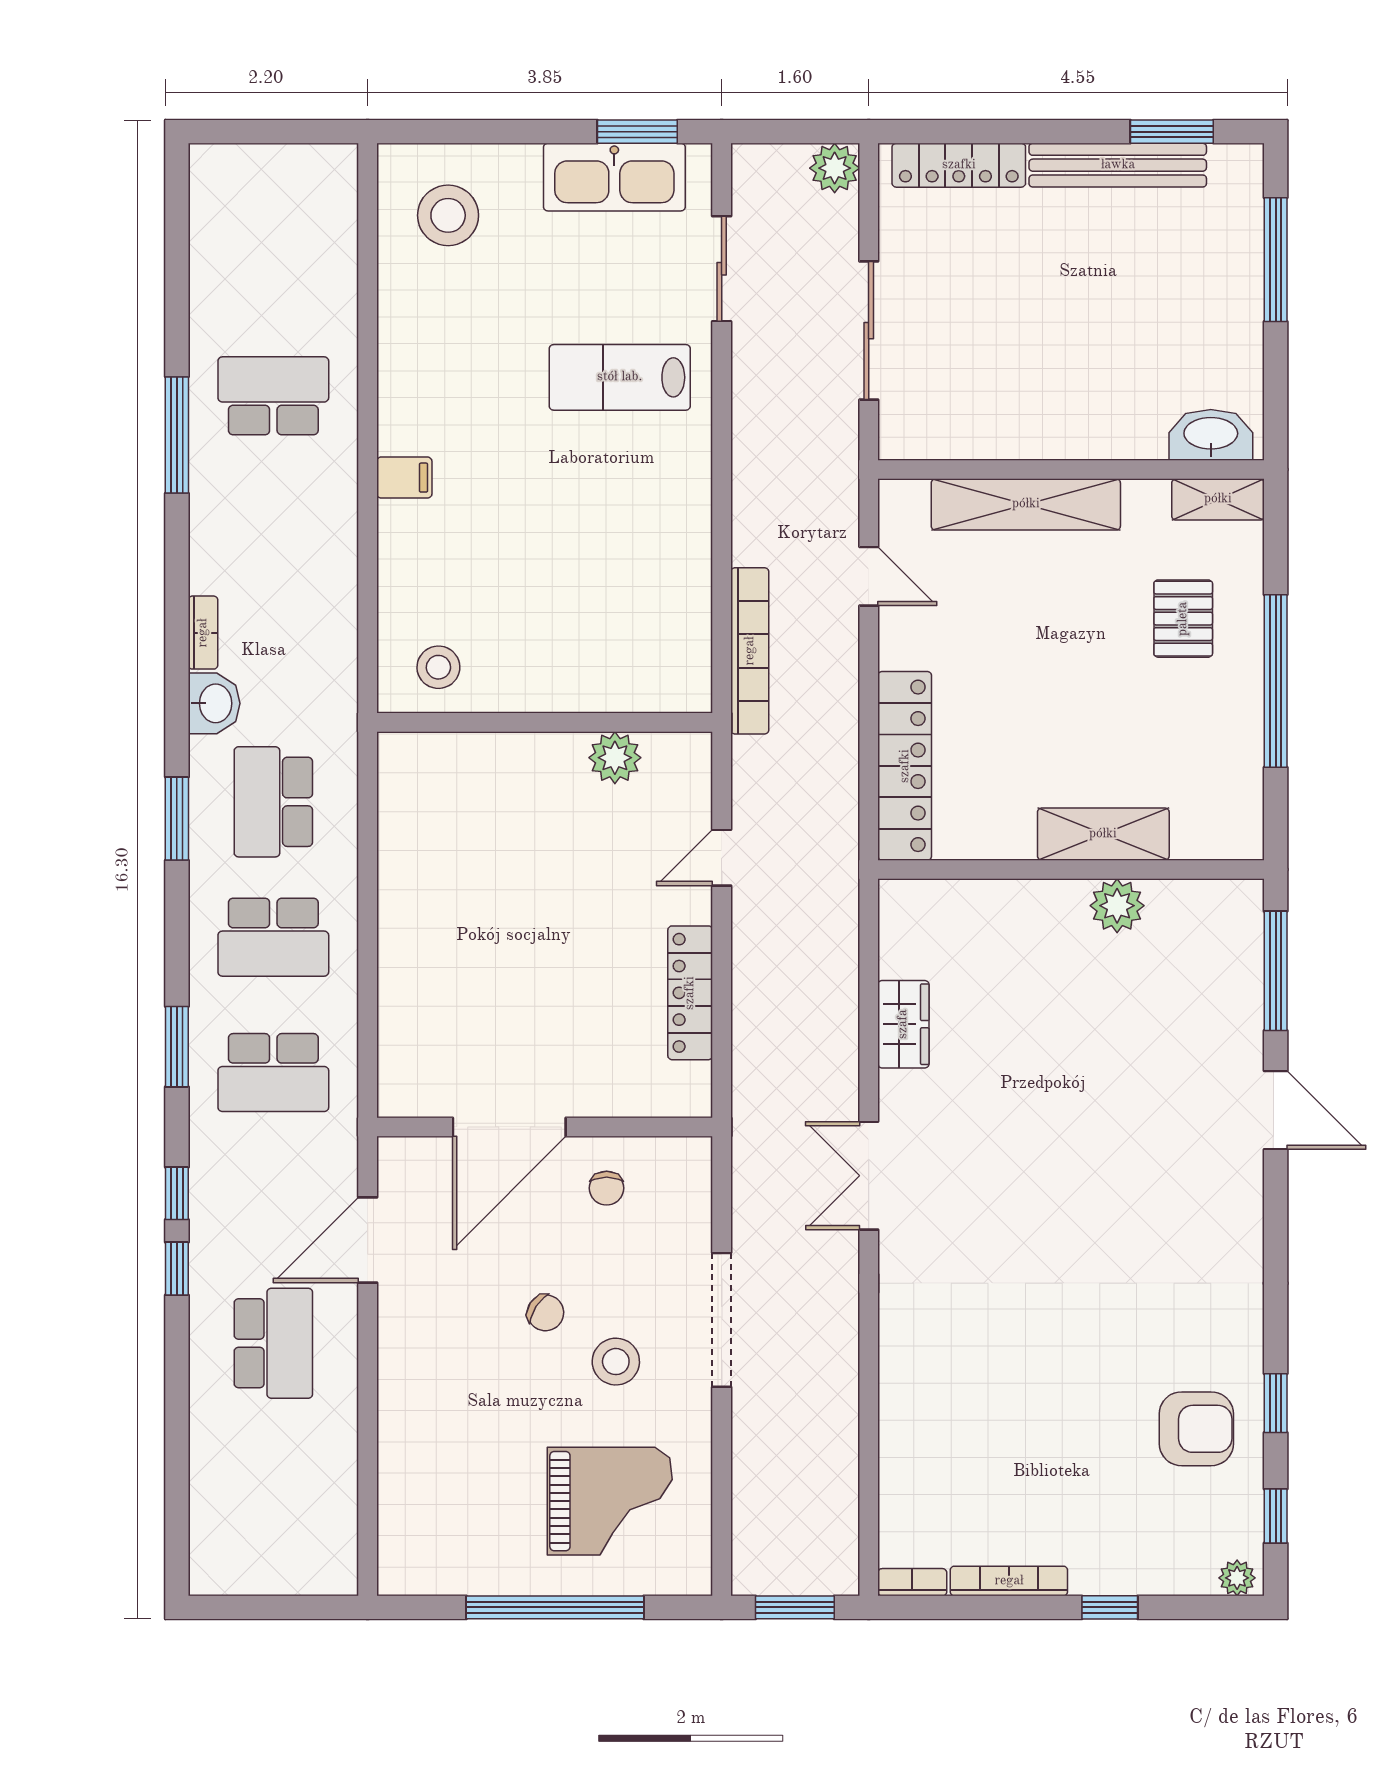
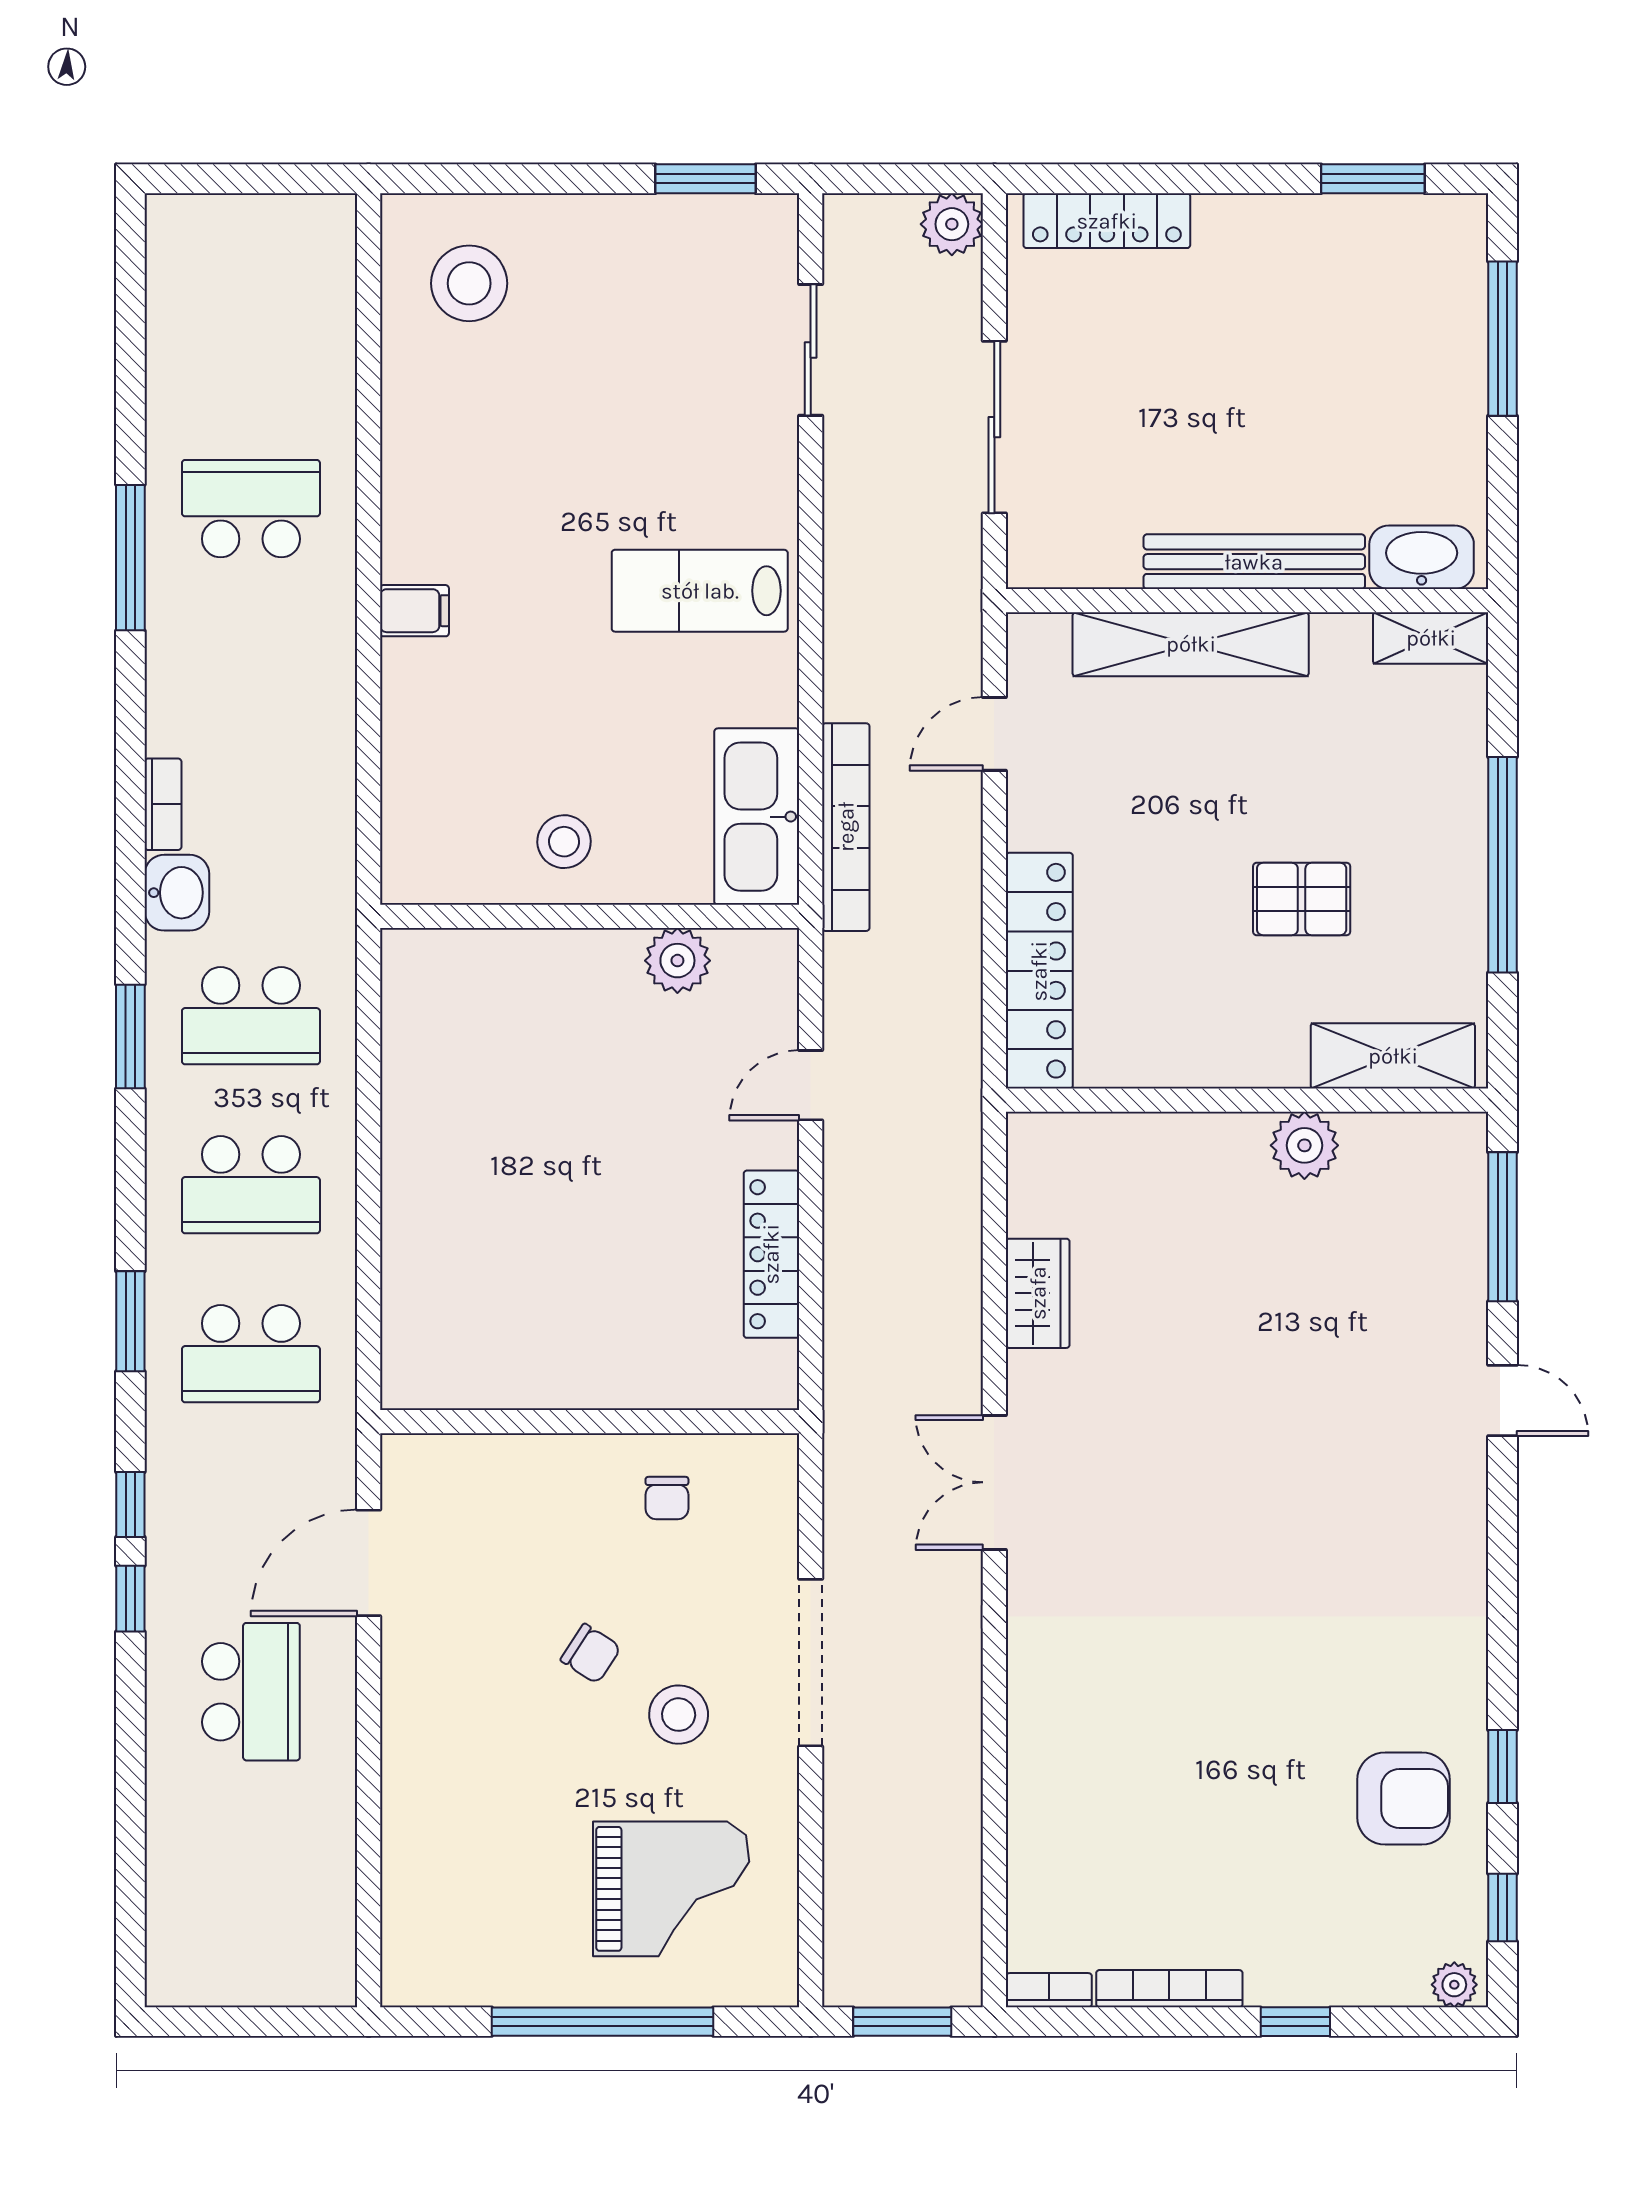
bench: (1118, 165) -> (1254, 562), moved
kitchen sink: (614, 177) -> (757, 817), moved, turned 90
lab bench: (620, 377) -> (700, 591), moved
door: (869, 576) -> (994, 734), swing flipped
pallet: (1183, 619) -> (1302, 899), moved, turned 90
stool: (438, 667) -> (564, 842), moved
school desk: (273, 802) -> (251, 1016), turned -90
shelving: (1103, 834) -> (1393, 1056), moved
door: (1276, 1110) -> (1503, 1400), width x0.73
door: (509, 1127) -> (545, 1422), removed

